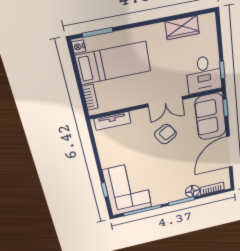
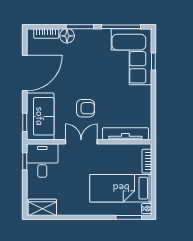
wardrobe: (182, 28) -> (42, 207), moved
tv unit: (112, 121) -> (125, 134), width x1.41
armchair: (165, 134) -> (85, 108), turned -149

